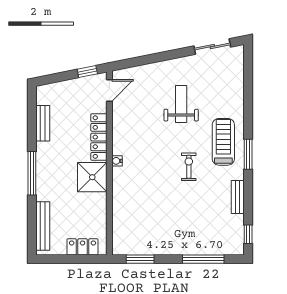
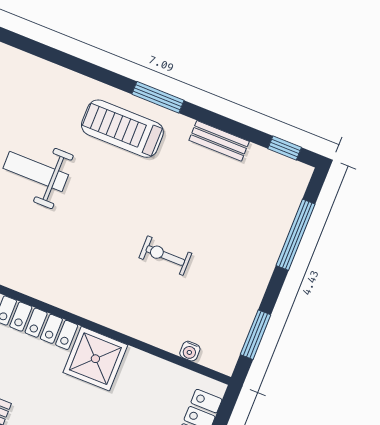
water cooler: (117, 161) -> (190, 351), moved
exercise bike: (189, 167) -> (165, 256), moved

